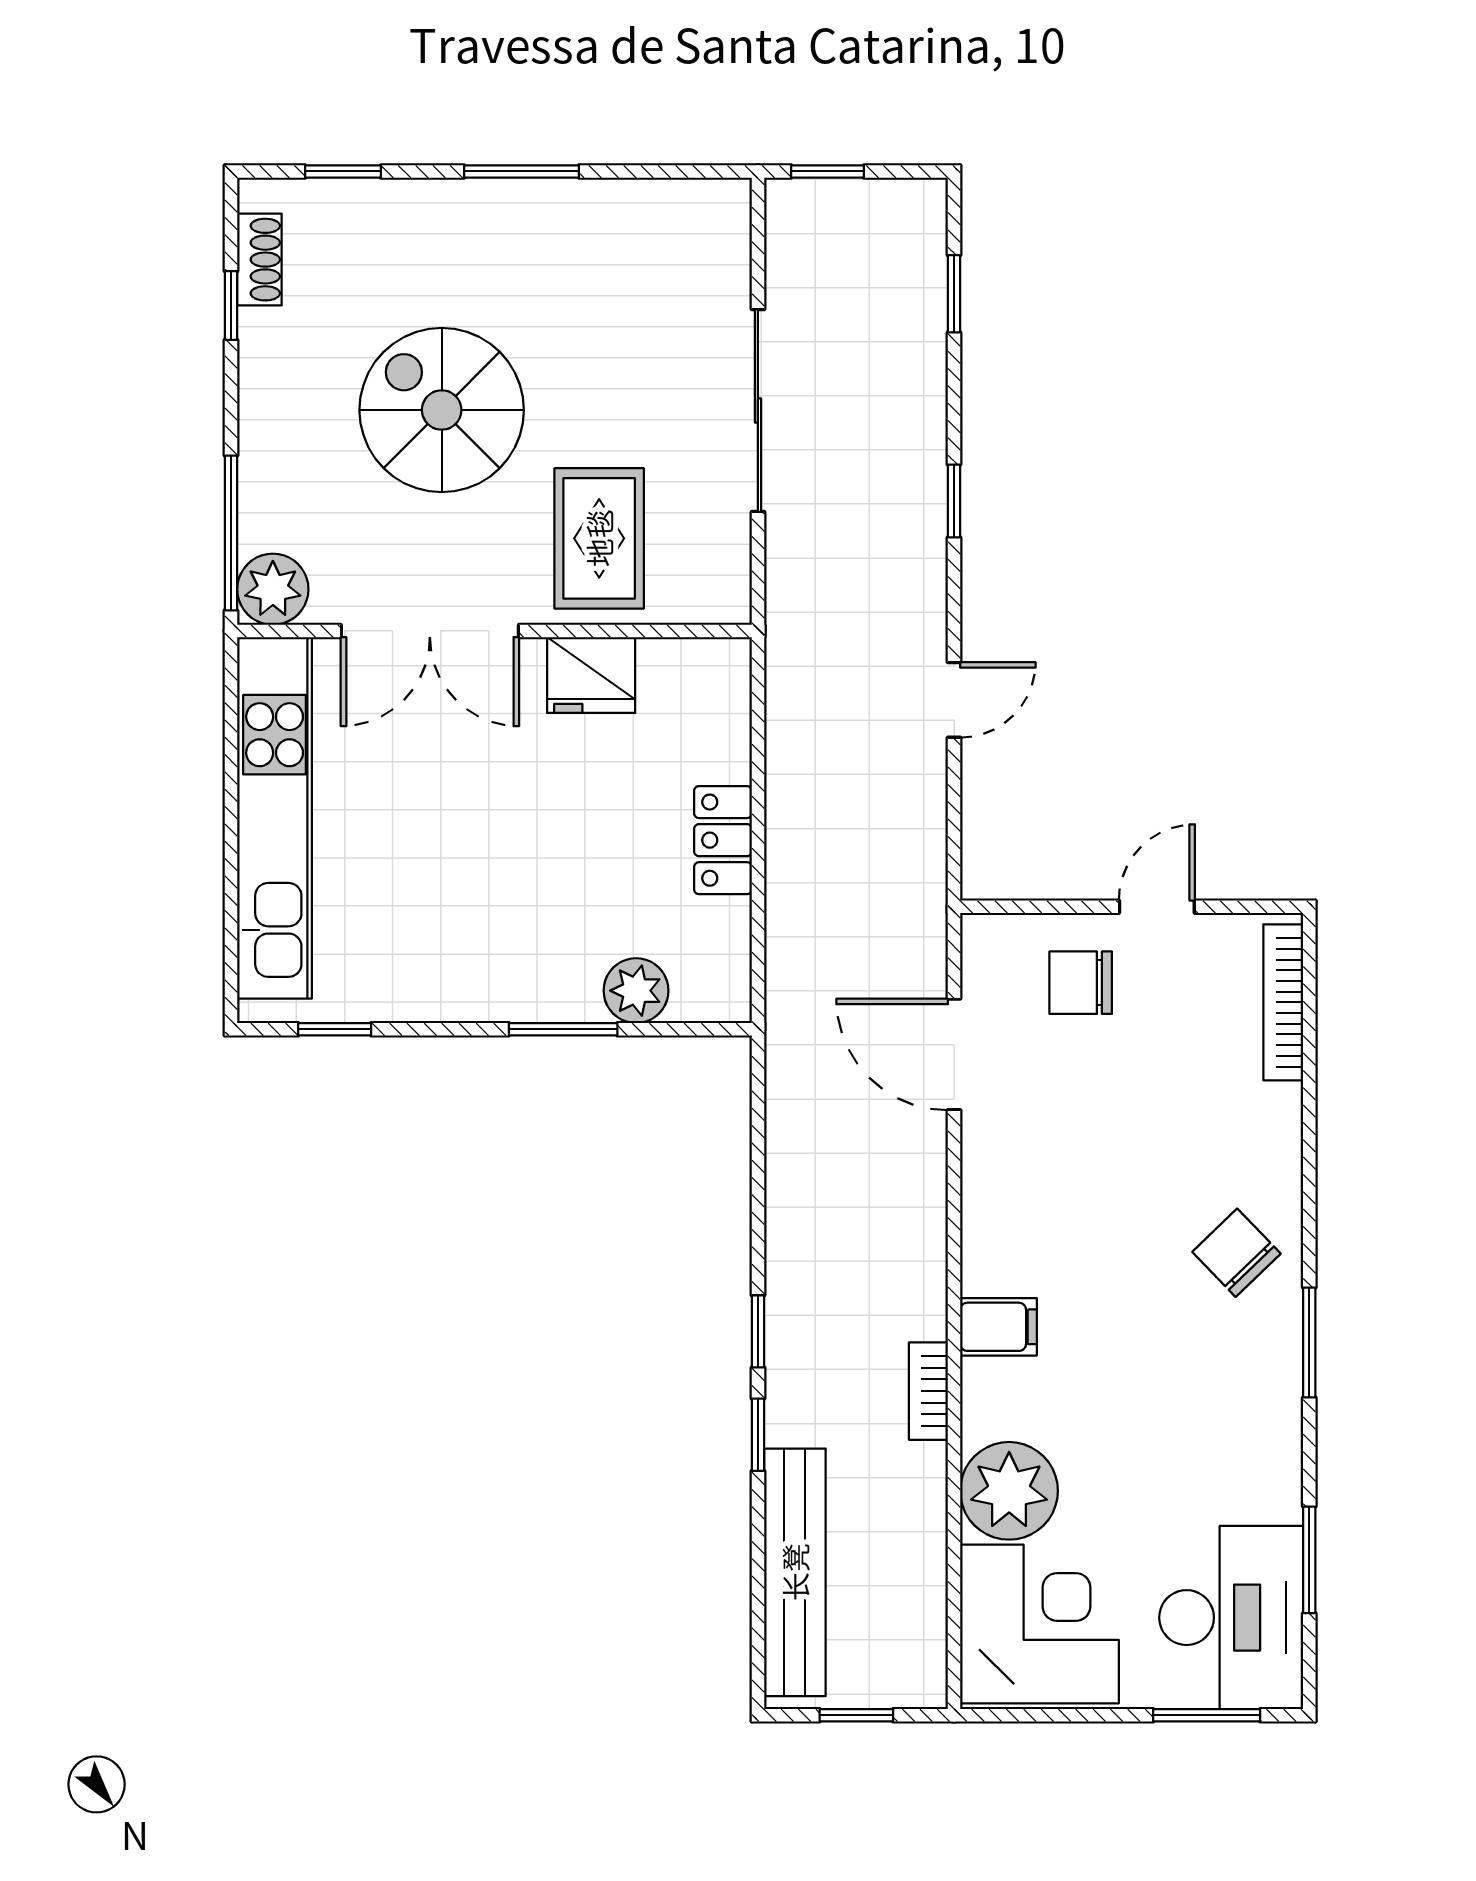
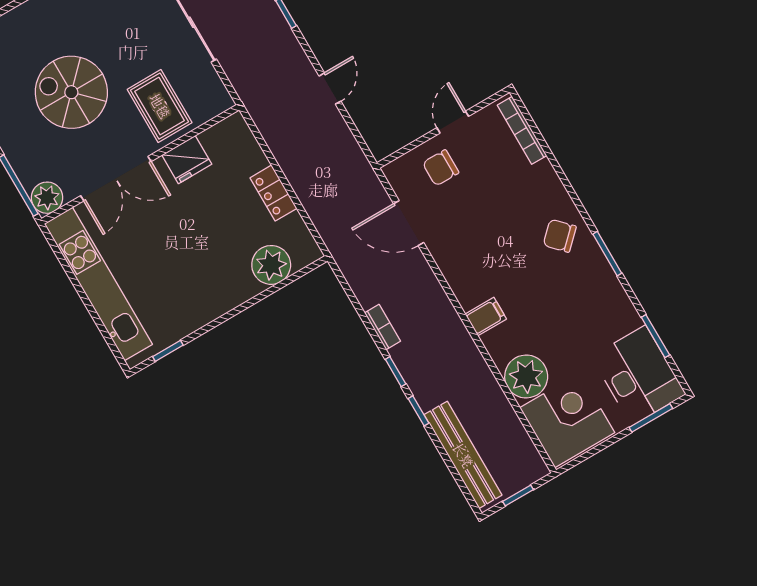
plant: (636, 991) -> (271, 265), width x1.36, depth x1.36
window: (563, 1029) -> (255, 300), removed
bookcase: (928, 1391) -> (383, 327), moved, turned 180

